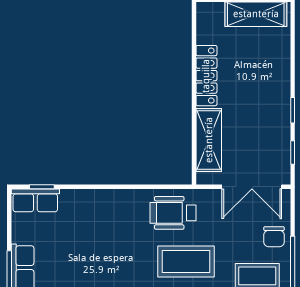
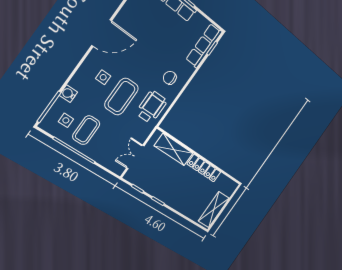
double door: (252, 187) -> (135, 157), width x0.73
row of seats: (35, 200) -> (204, 46), width x1.48
chair: (274, 237) -> (170, 78), moved

